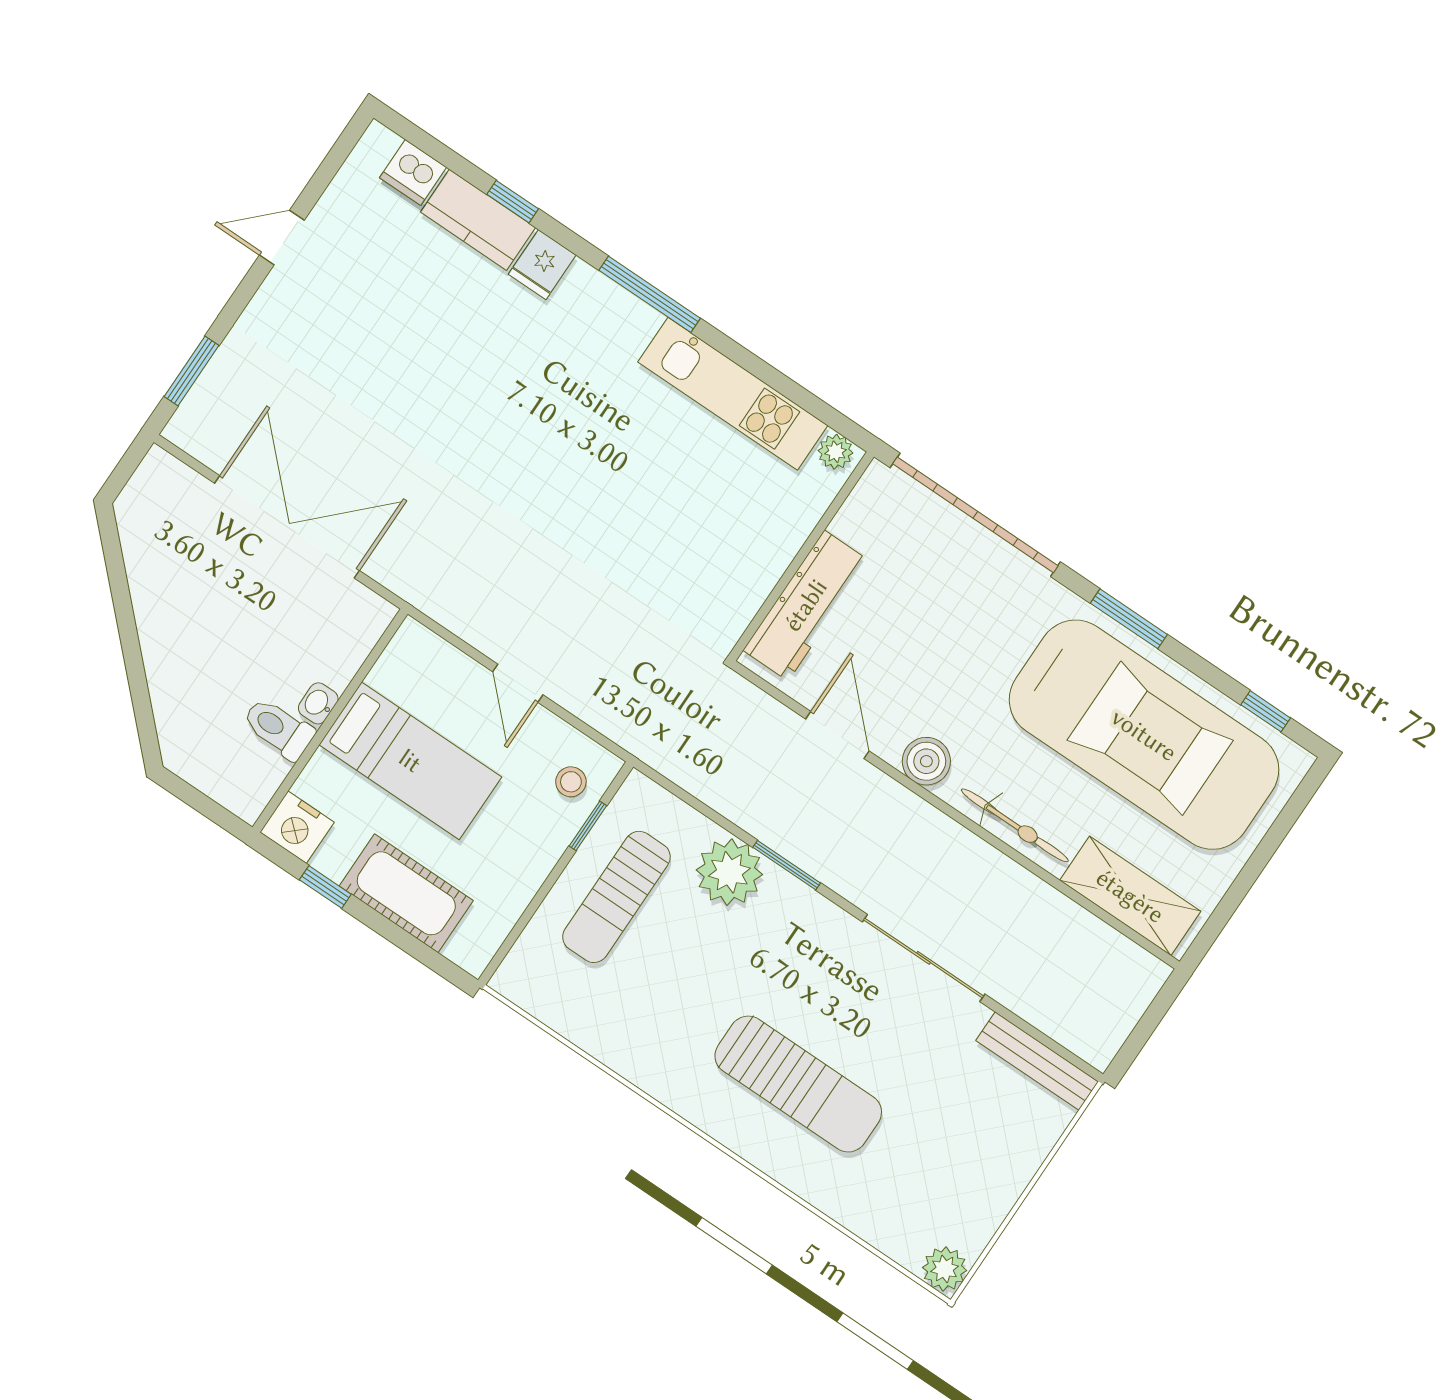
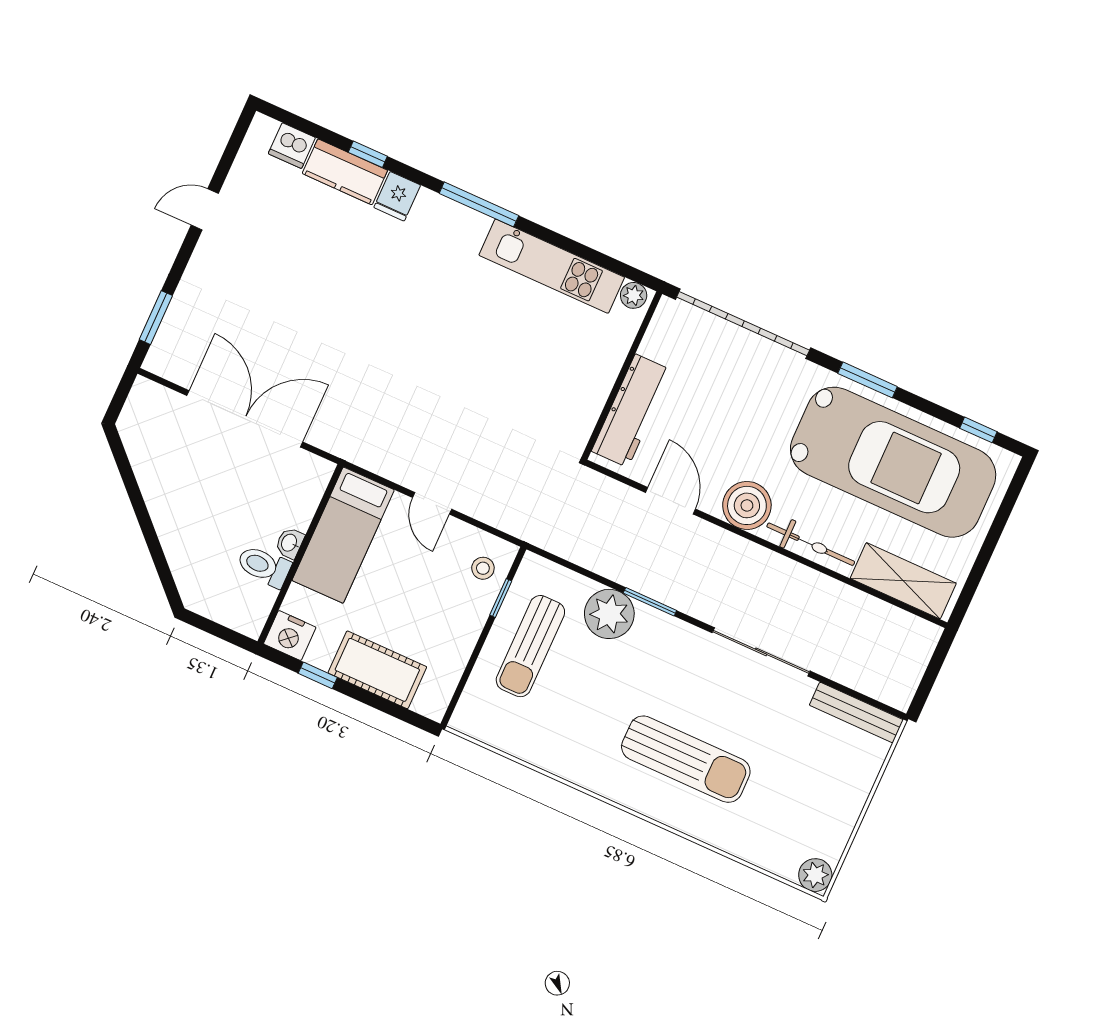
bed: (410, 761) -> (343, 535), moved, turned 90
boiler: (926, 761) -> (747, 505), width x1.37, depth x1.37

